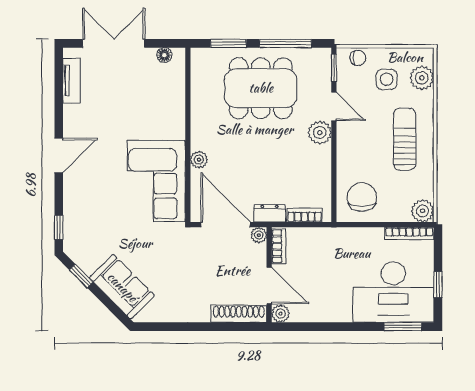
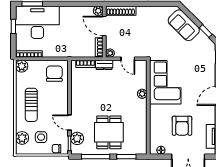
dining table: (261, 88) -> (109, 132), width x0.73
armchair: (125, 100) -> (182, 126), added
plant: (320, 133) -> (77, 138), moved
chair: (362, 197) -> (54, 74), turned 180
door: (226, 225) -> (128, 59), width x0.53

